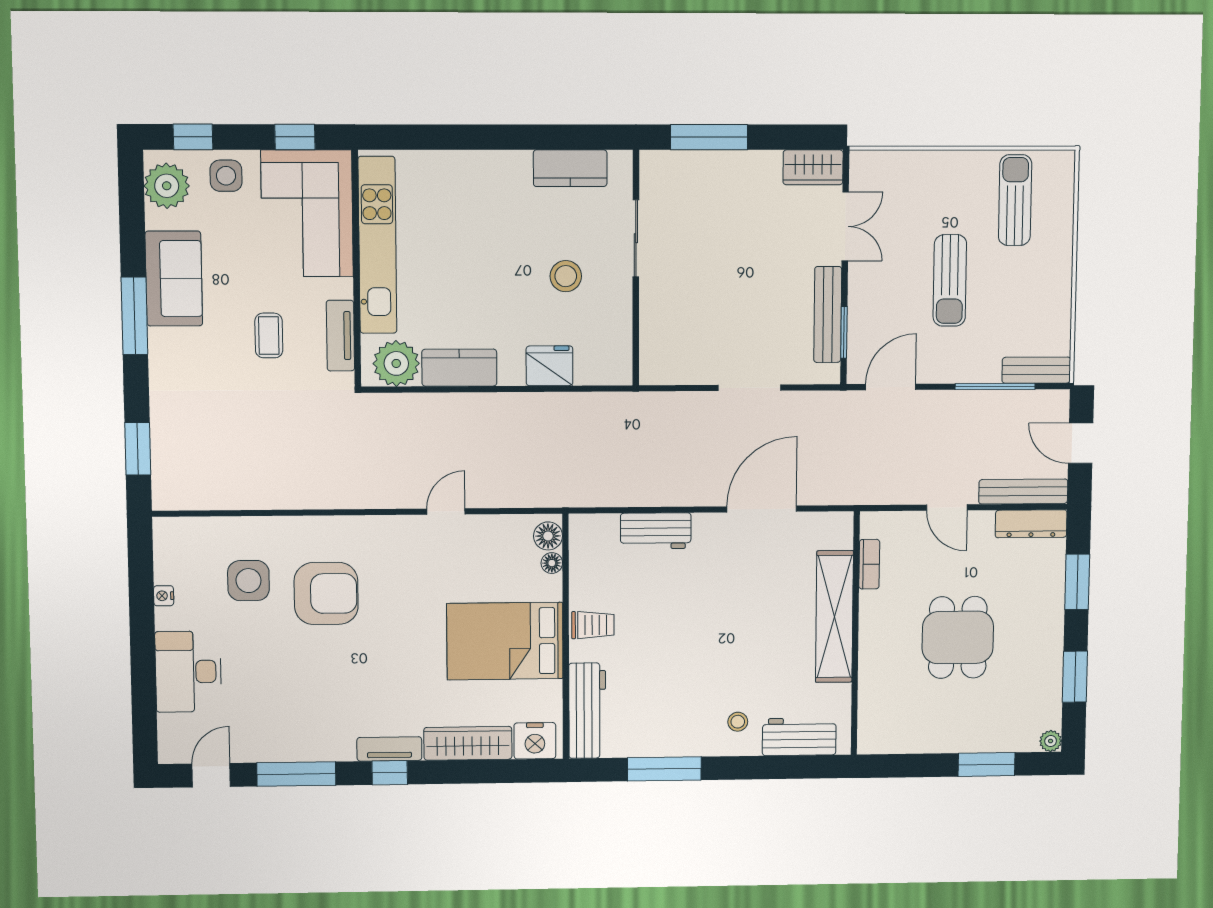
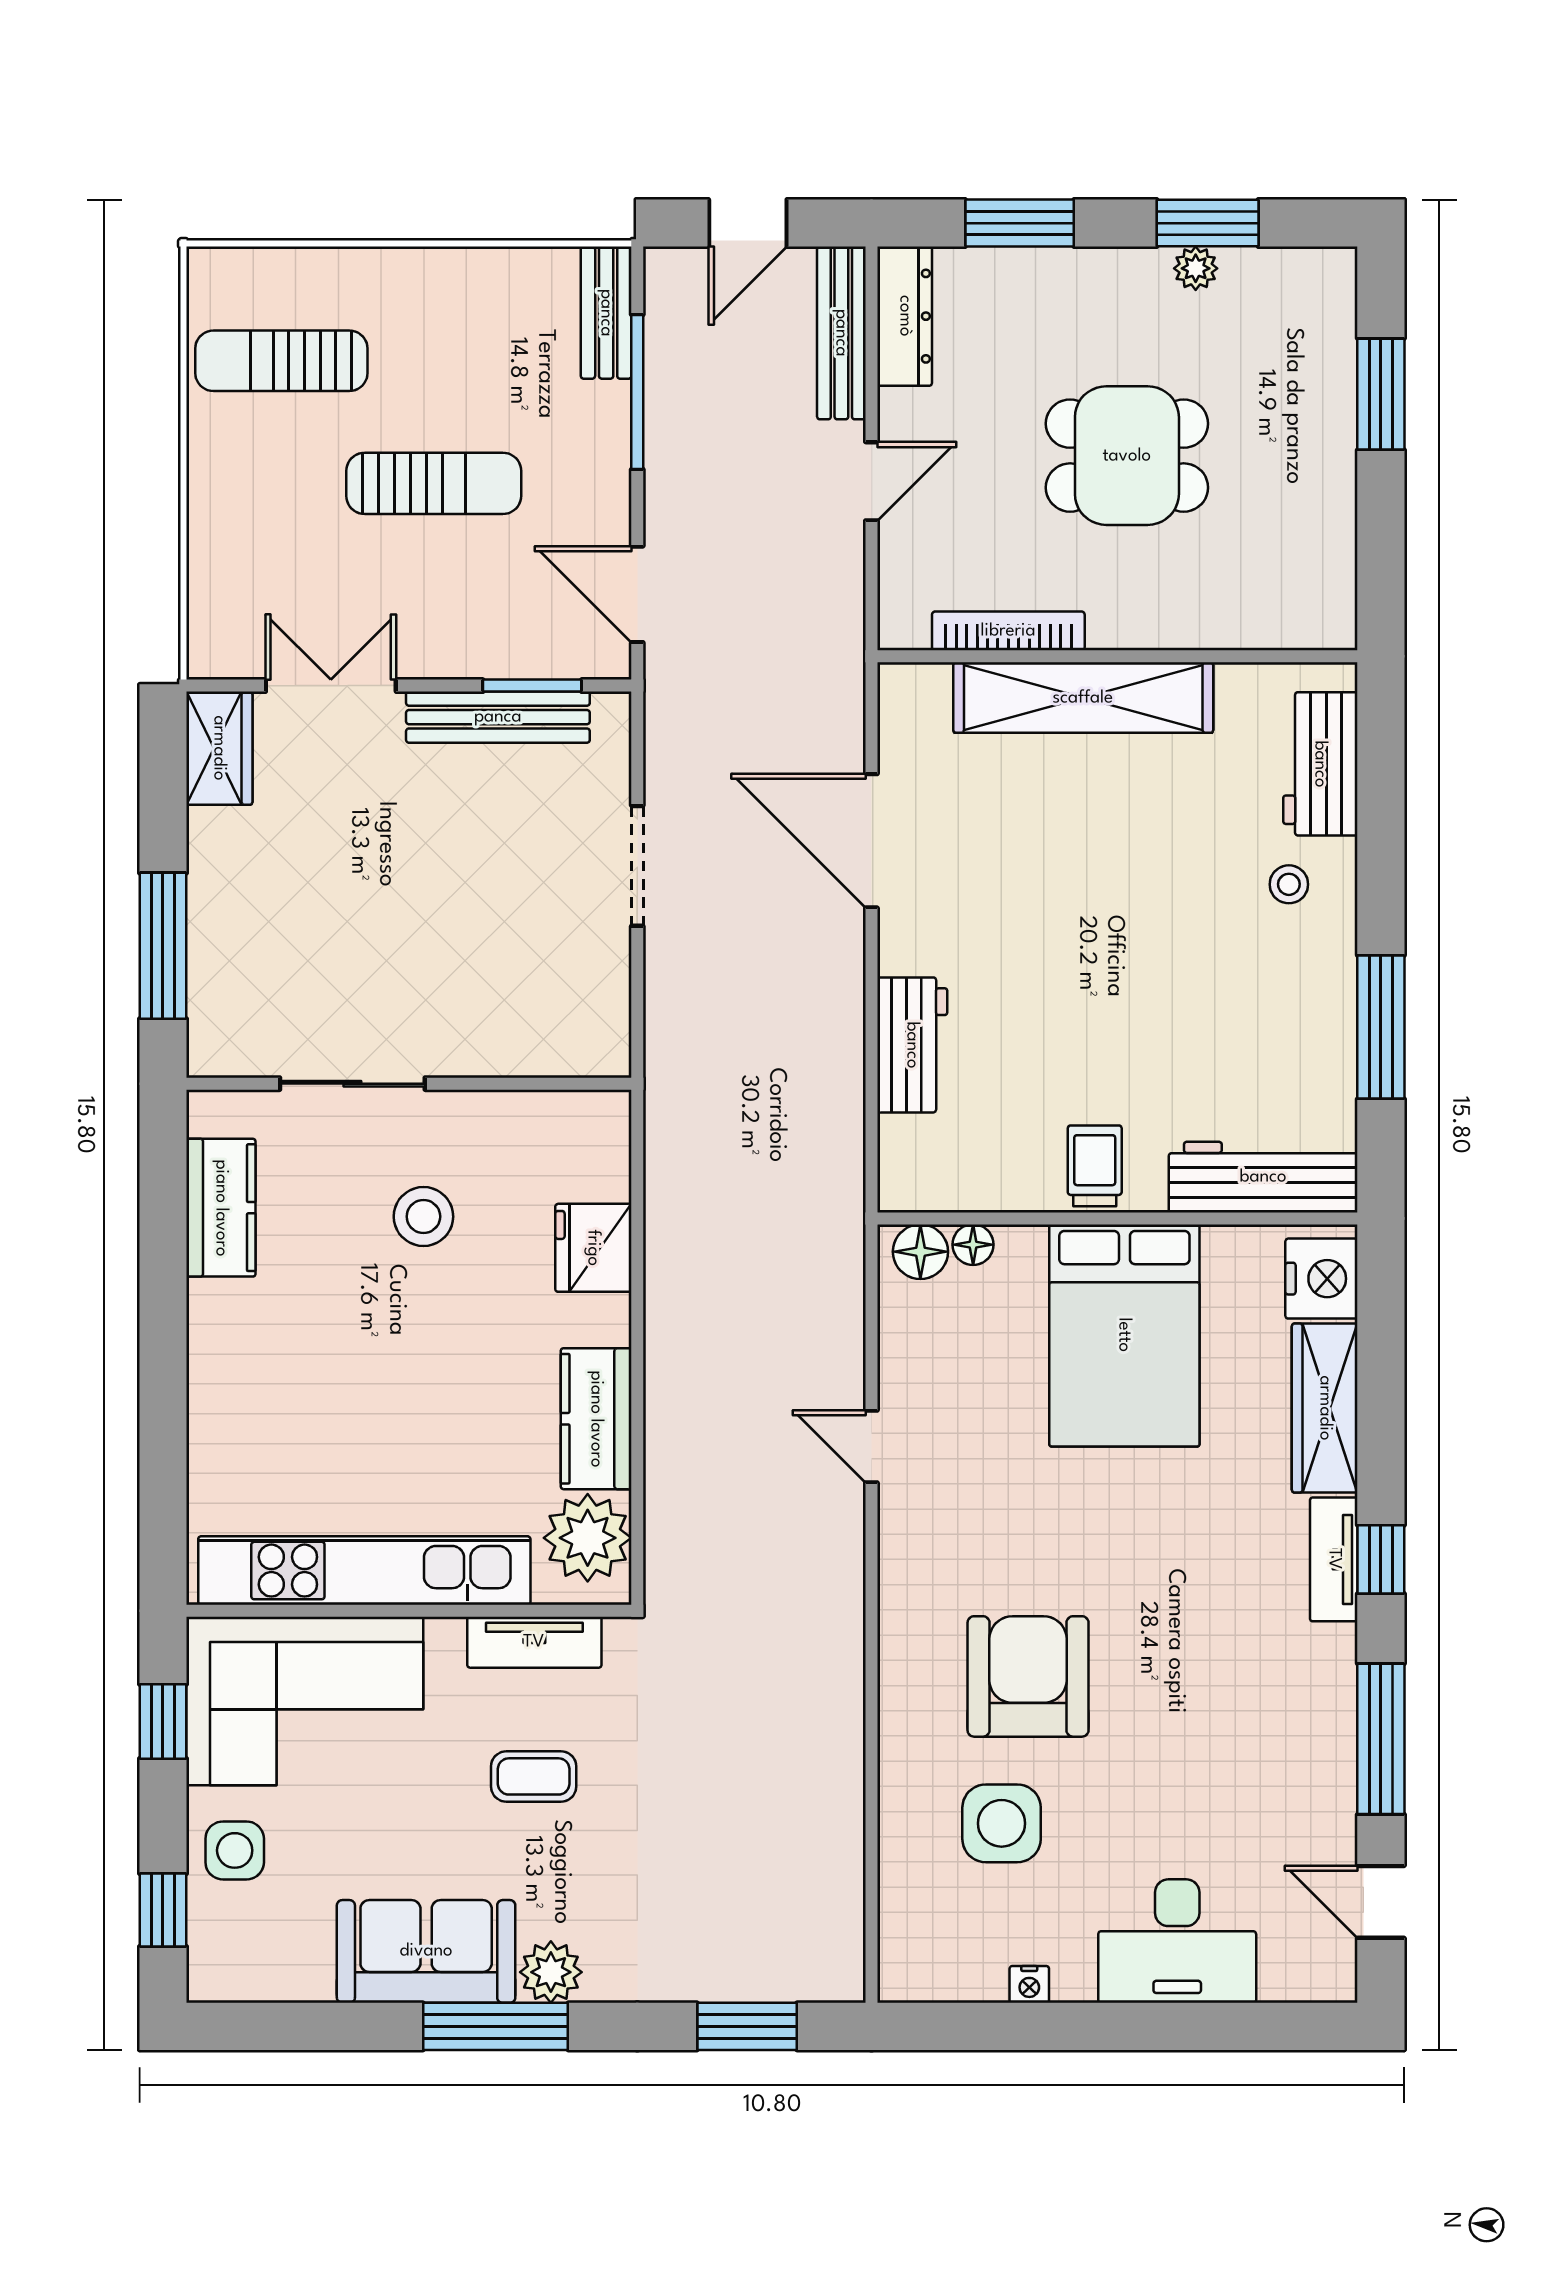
plant: (167, 186) -> (551, 1972), moved, width x0.73, depth x0.73
bookcase: (869, 564) -> (1008, 631), width x1.56
plant: (1051, 741) -> (1196, 268), moved

